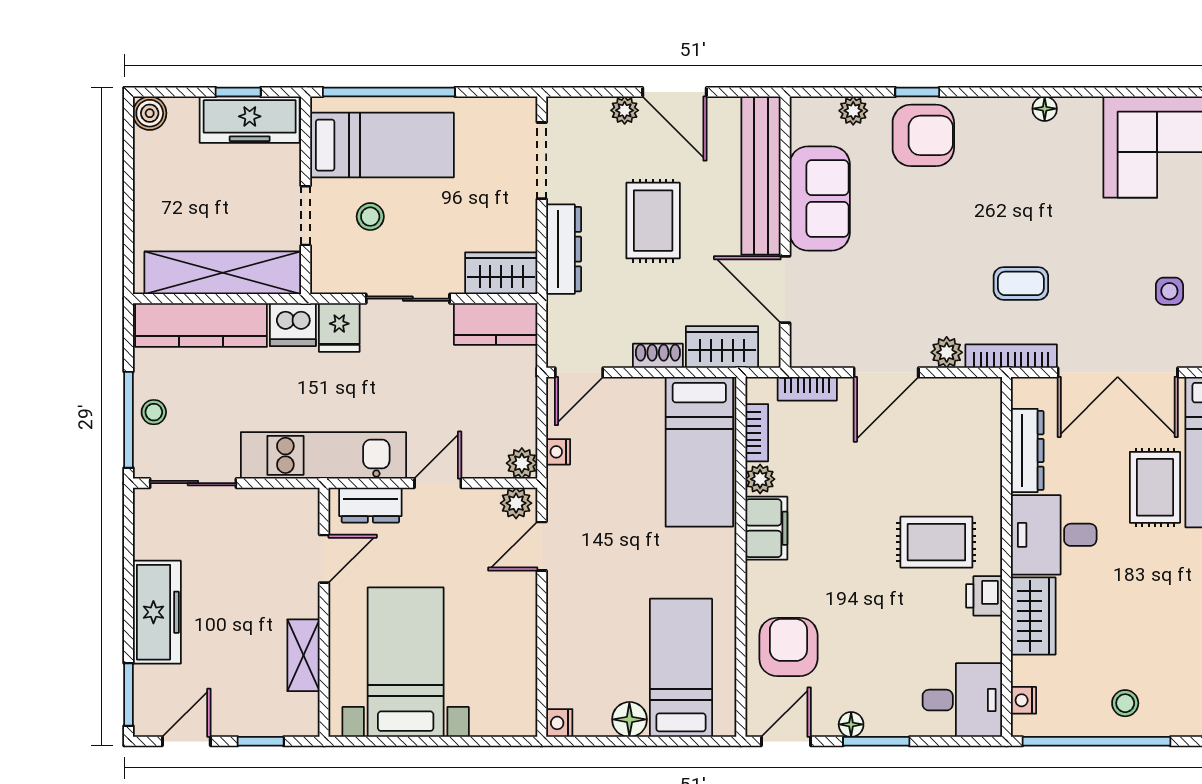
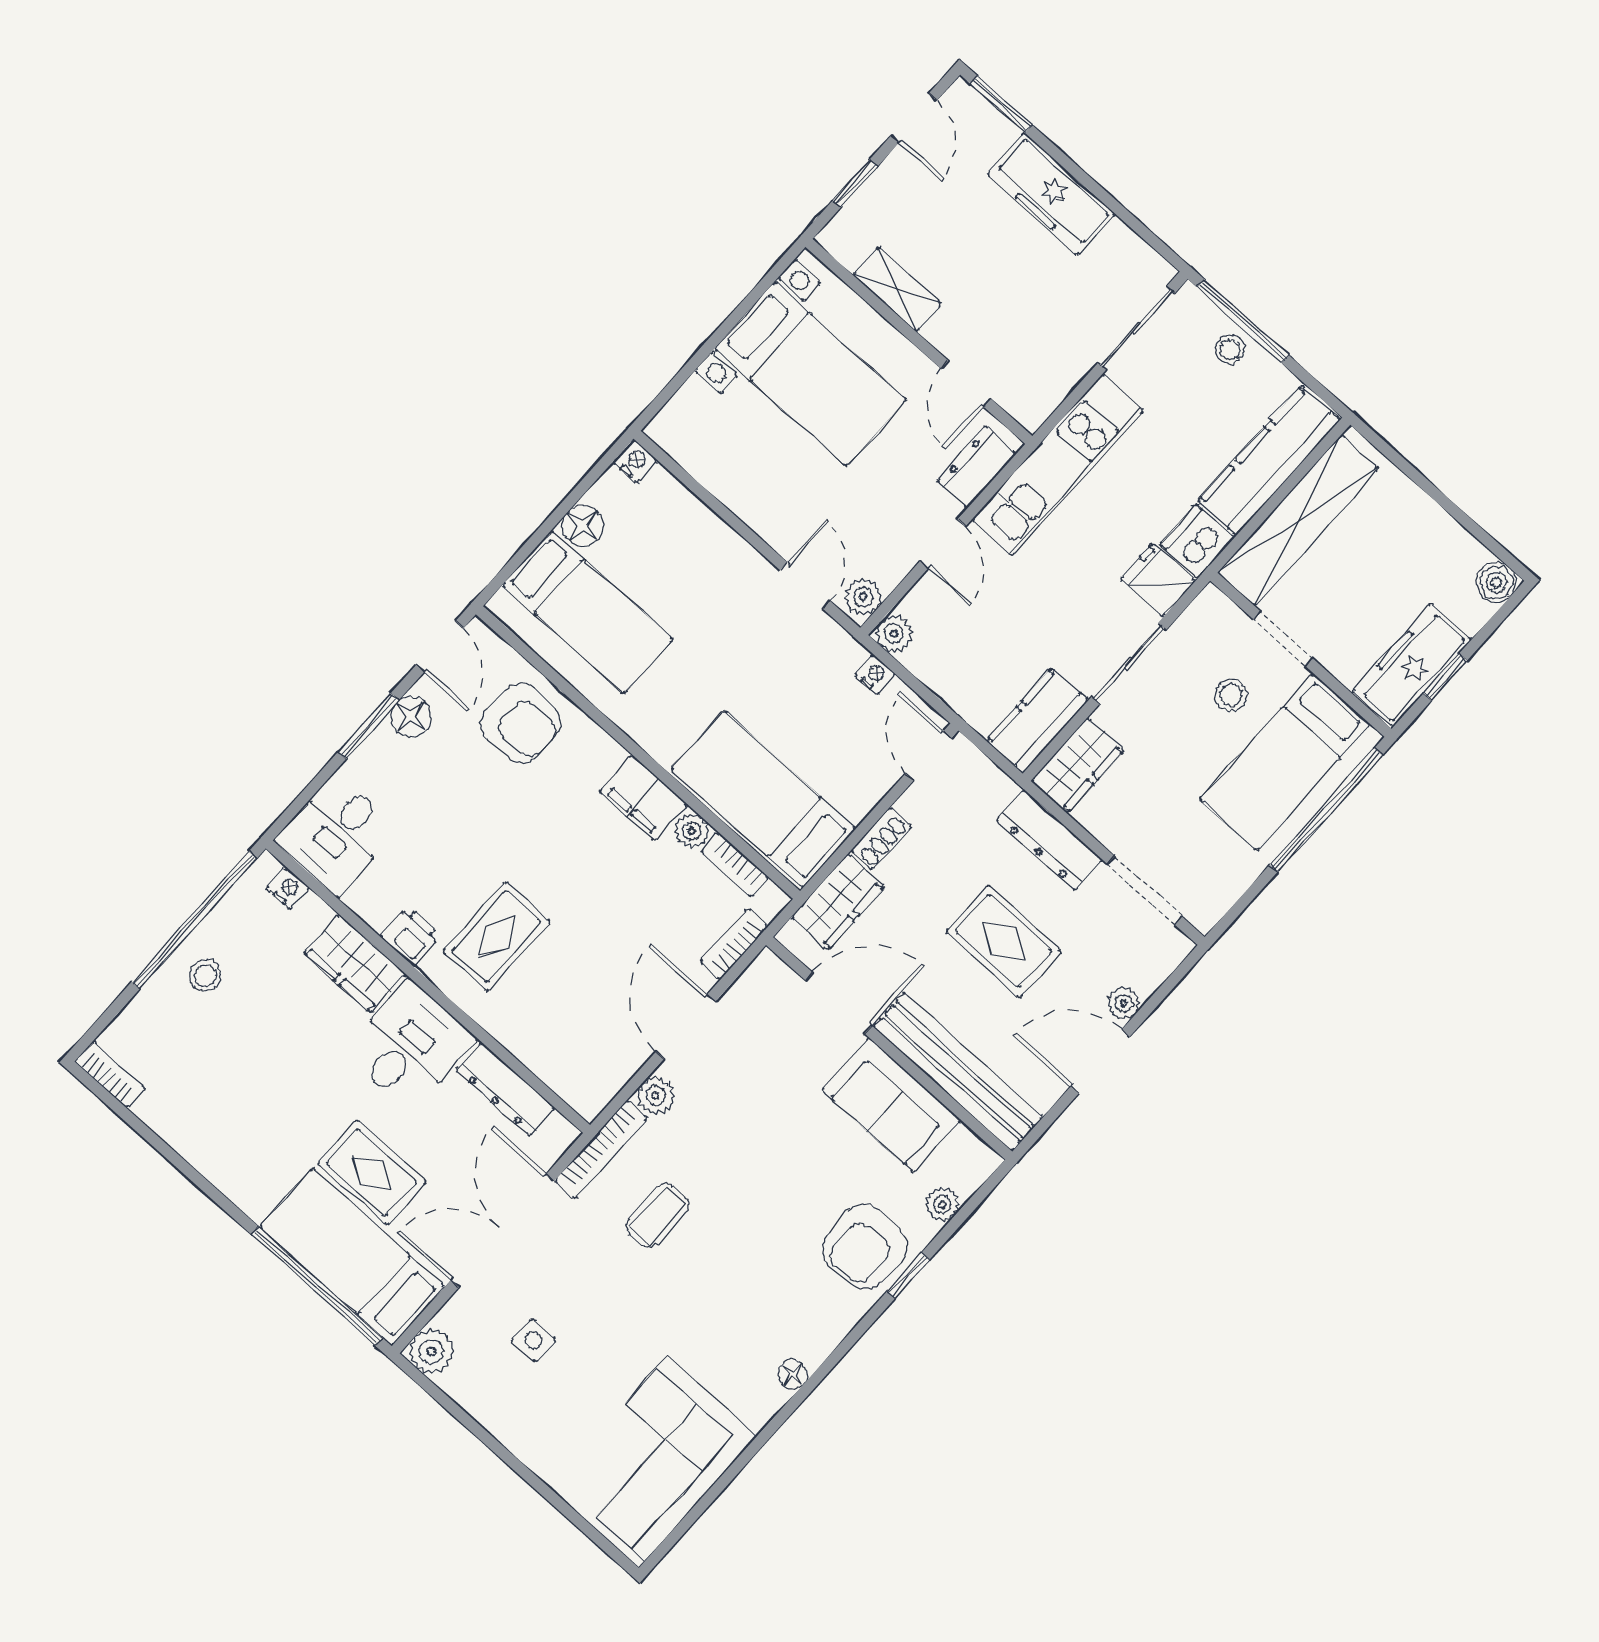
floor lamp: (851, 724) -> (411, 717), width x1.37, depth x1.37

